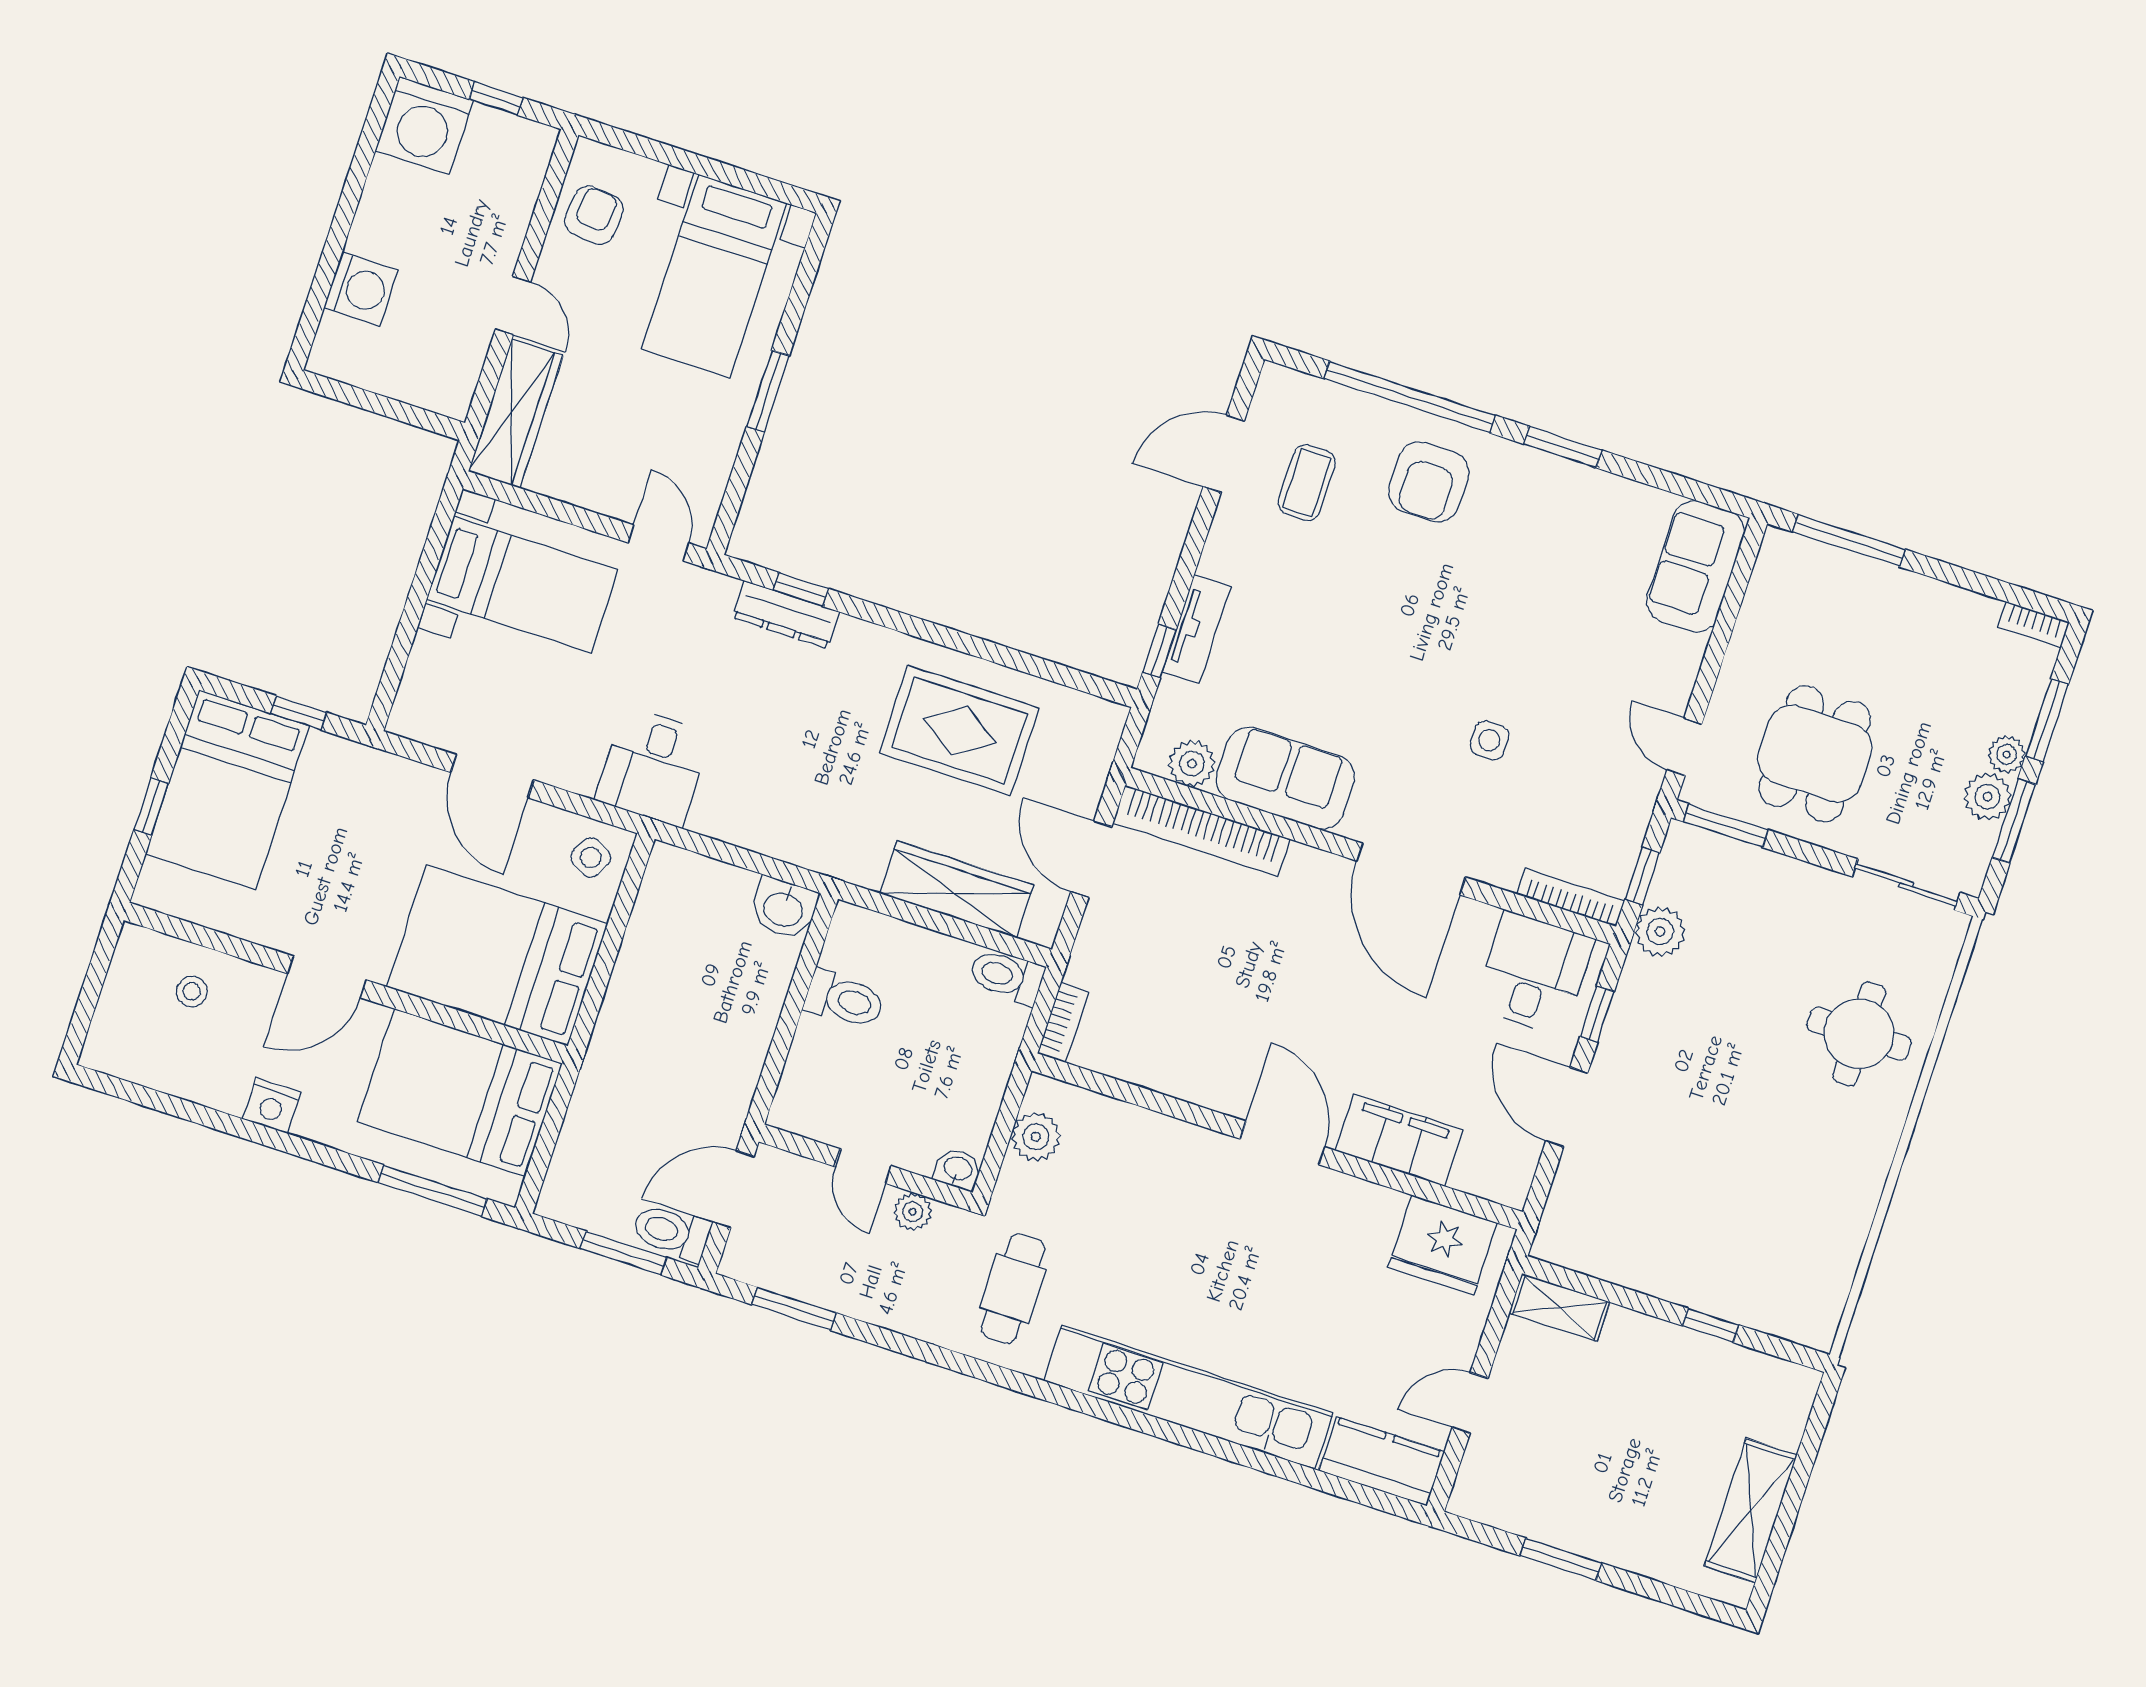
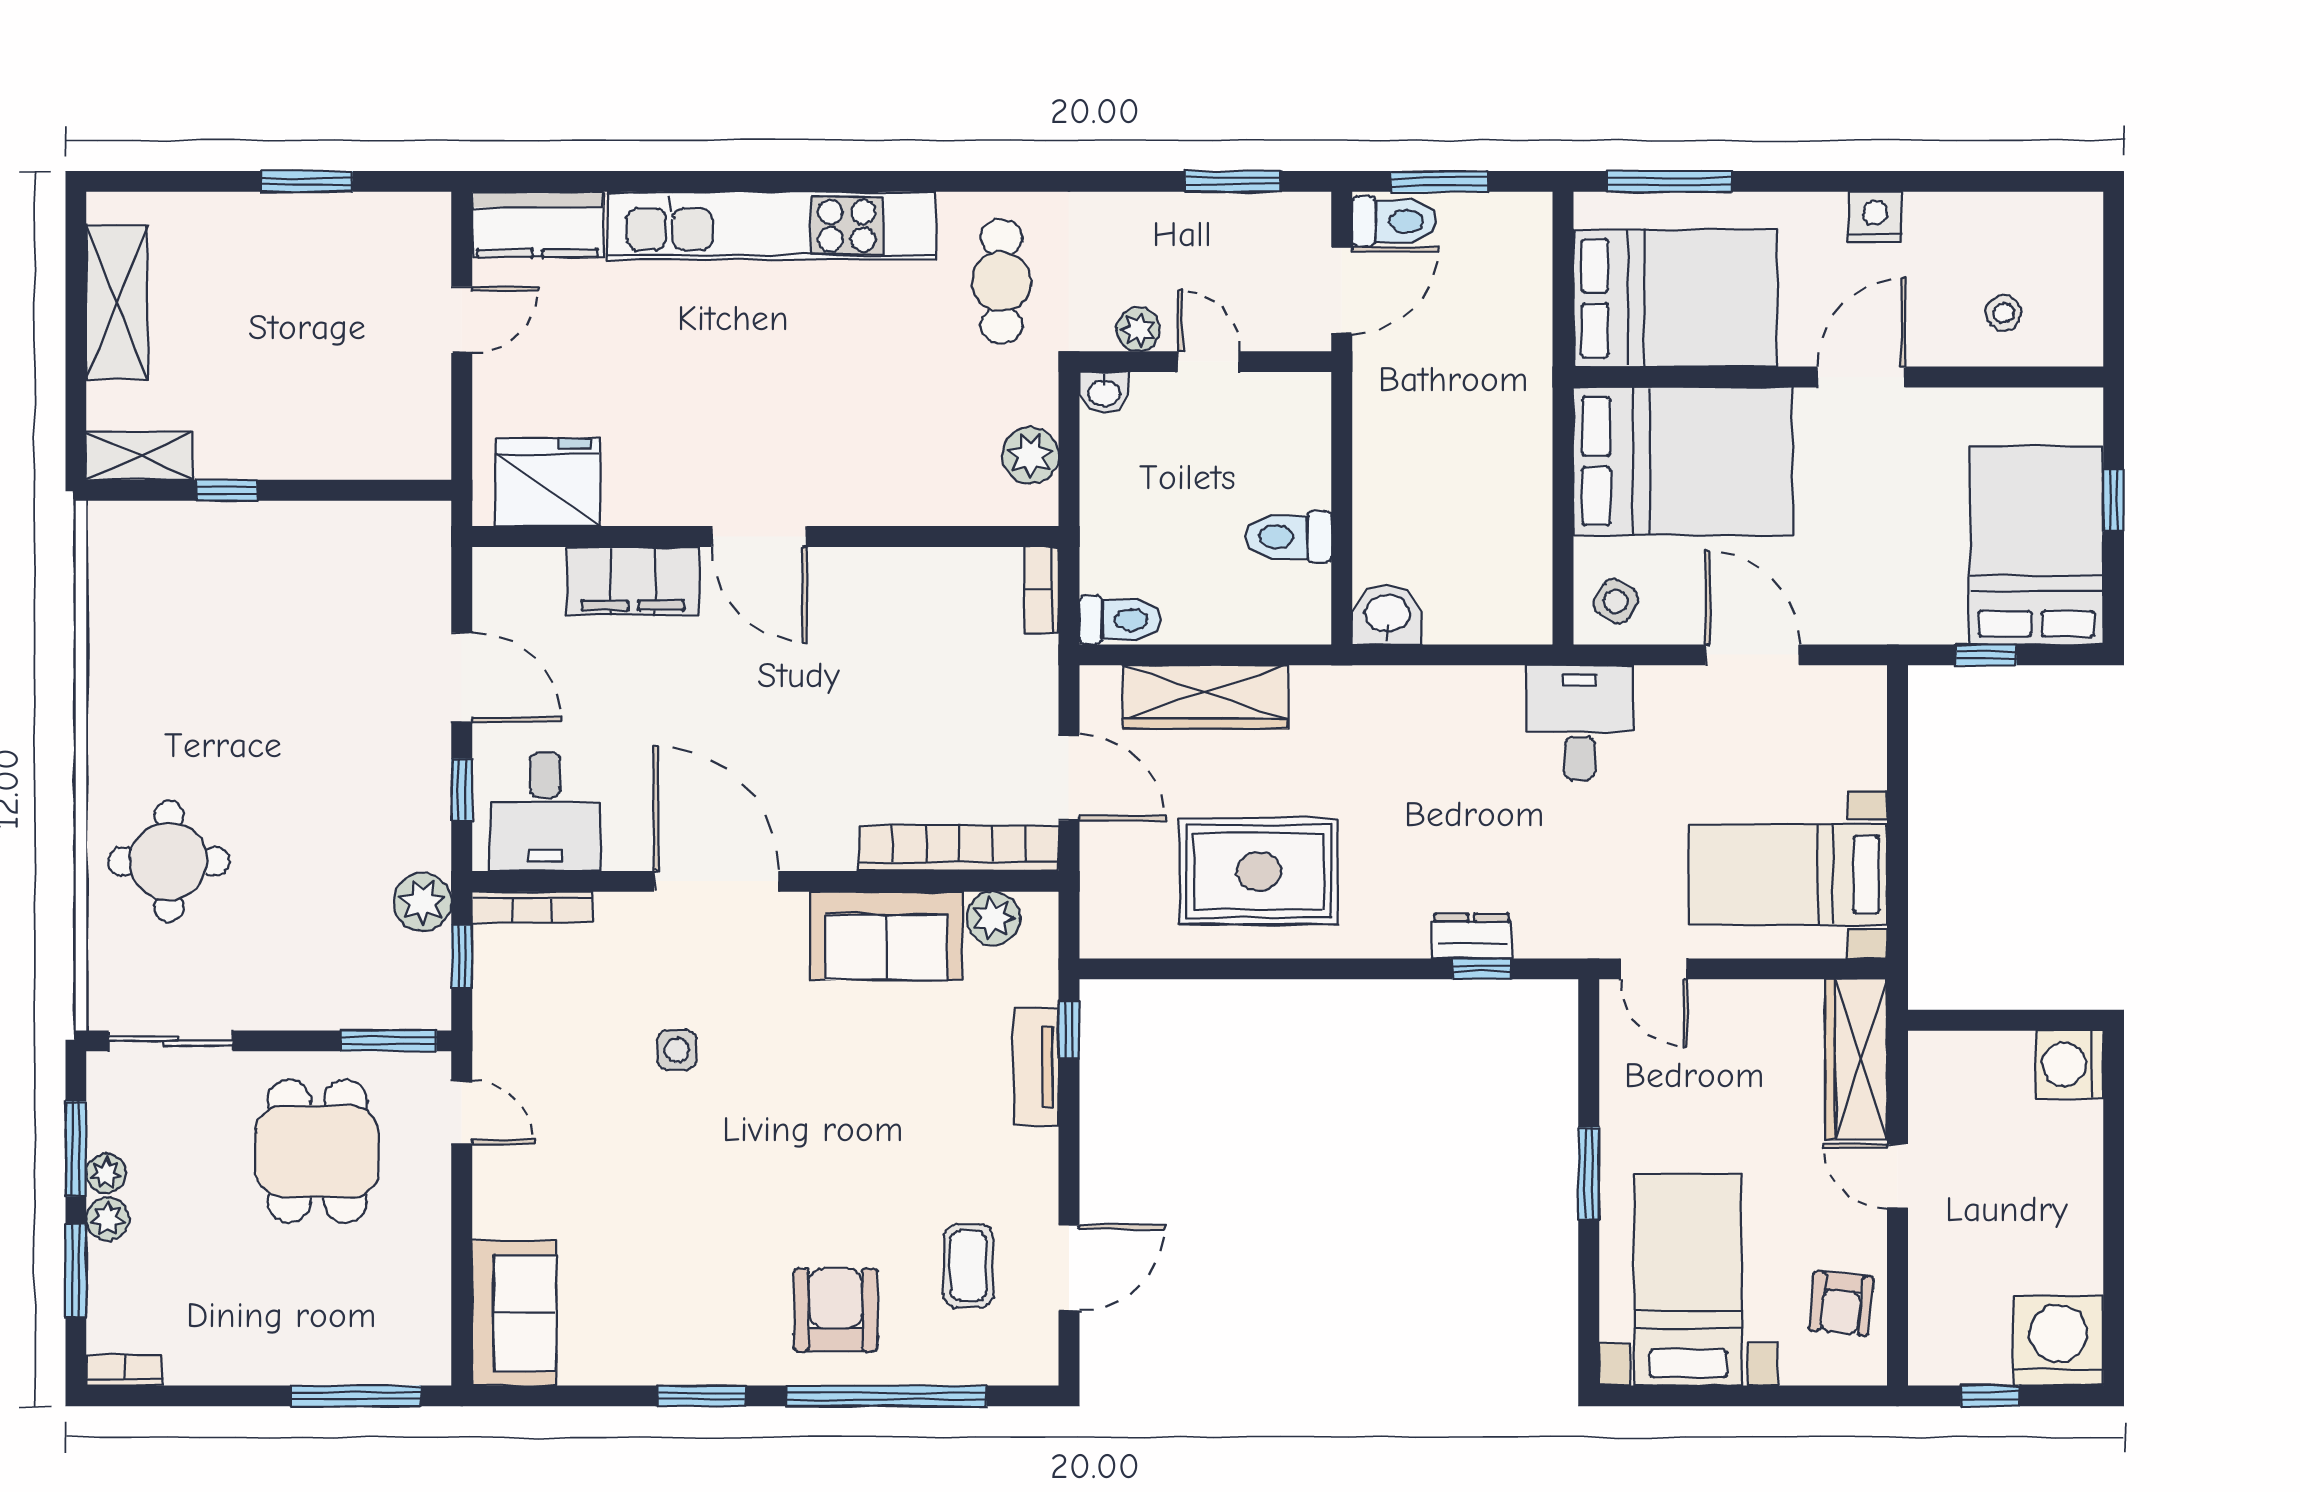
washing machine: (361, 289) -> (2070, 1064), moved
dresser: (786, 615) -> (1472, 936), width x0.70
plant: (1987, 797) -> (106, 1173), width x0.73, depth x0.73
shelving: (1560, 1307) -> (139, 456), moved

